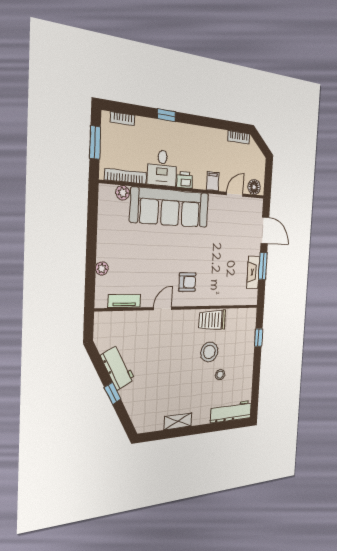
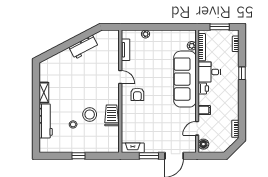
door: (235, 194) -> (197, 128), swing flipped
fireplace: (253, 272) -> (133, 148), moved
window: (258, 338) -> (78, 156), moved
window: (113, 393) -> (68, 44), removed
workbench: (231, 412) -> (46, 121), moved

